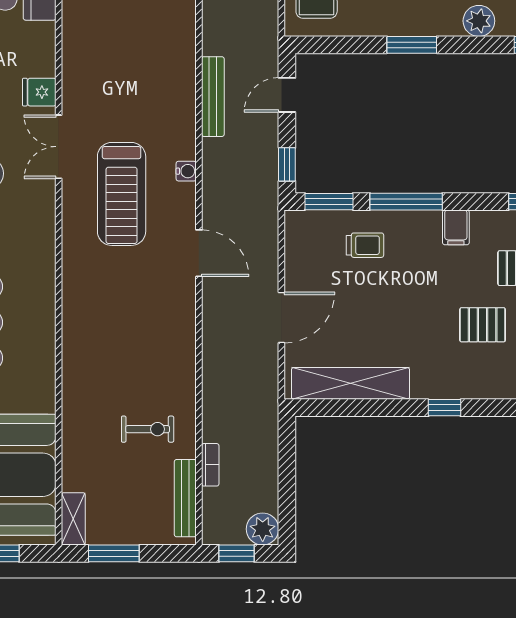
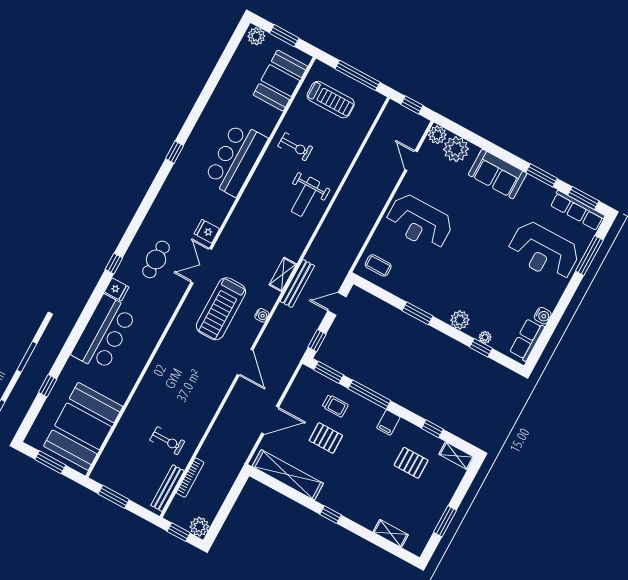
pallet: (483, 325) -> (326, 438), moved
bookcase: (210, 465) -> (190, 478), width x1.56
shelving: (73, 519) -> (283, 274), moved

